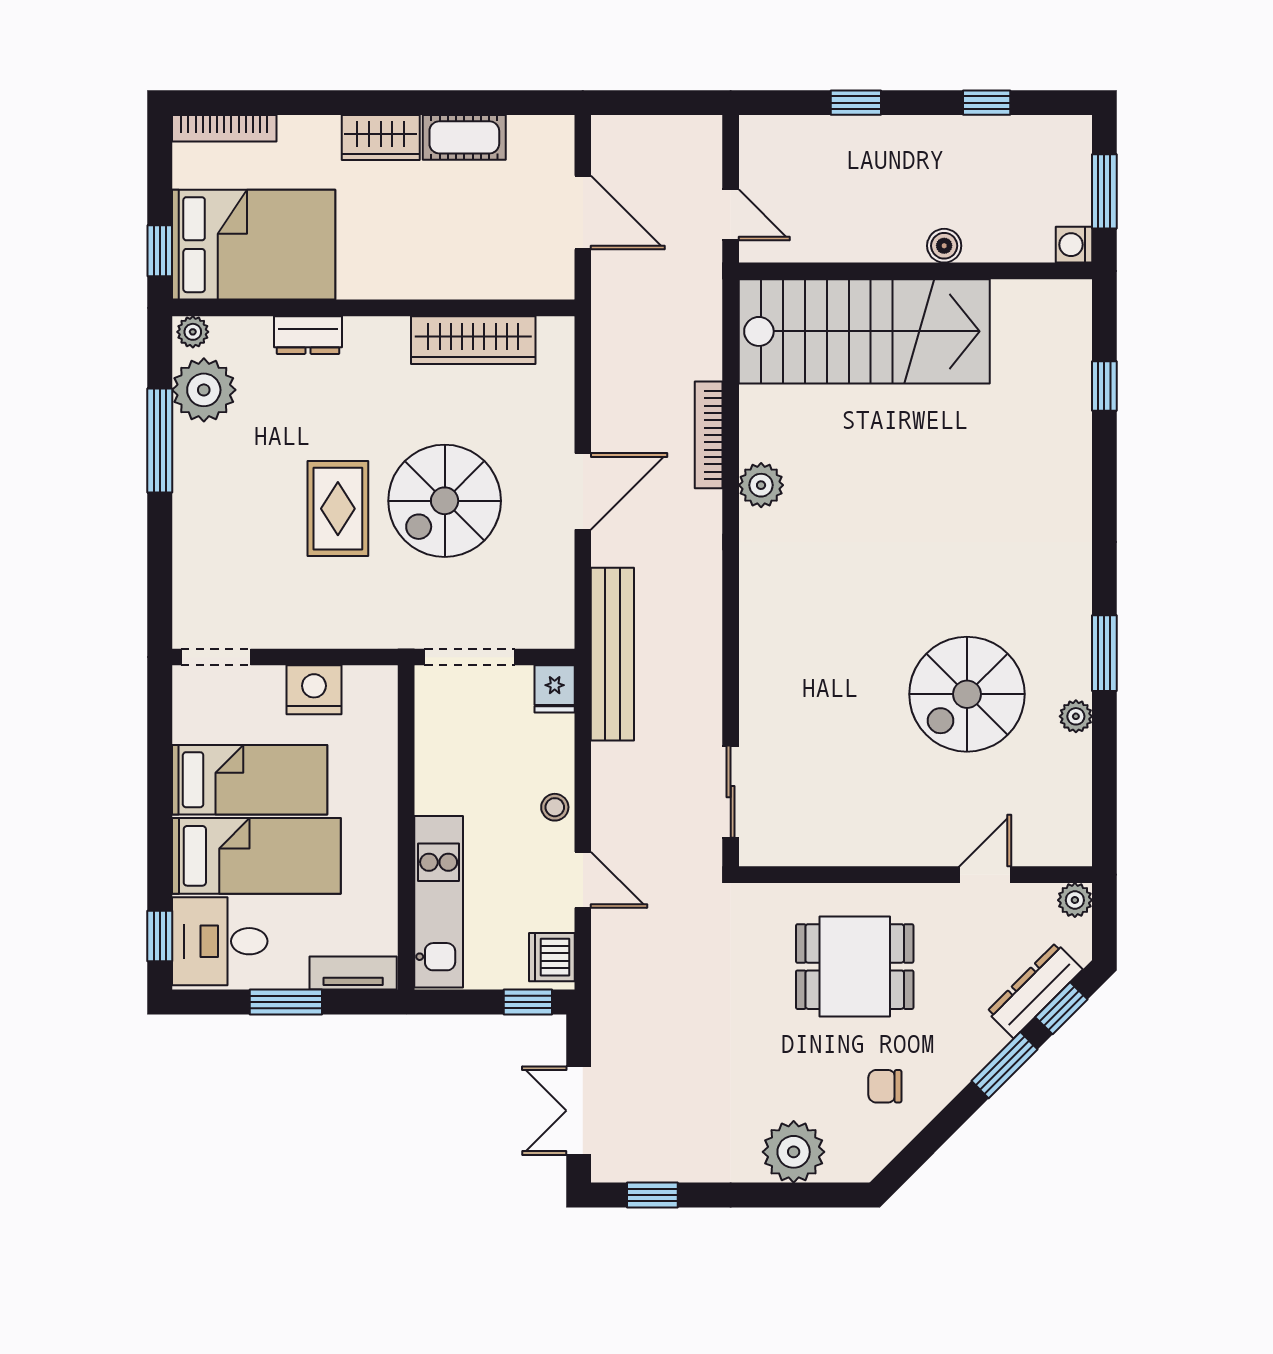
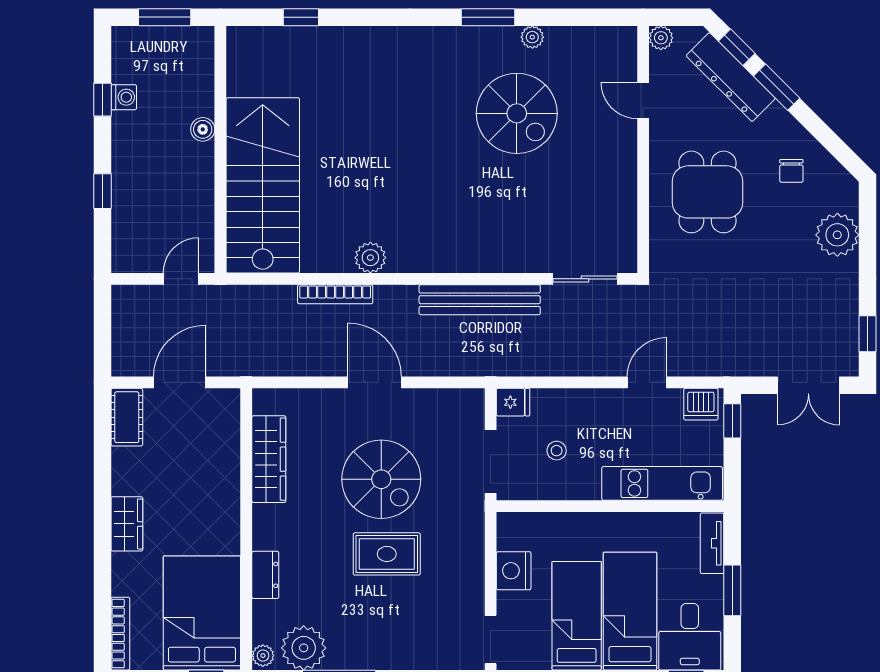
cot: (464, 137) -> (127, 417), moved
washing machine: (1074, 245) -> (124, 97), moved, turned -90
bench: (612, 654) -> (480, 300), moved
stool: (555, 807) -> (557, 451), moved
dresser: (1035, 990) -> (731, 77), width x1.37, depth x1.24

